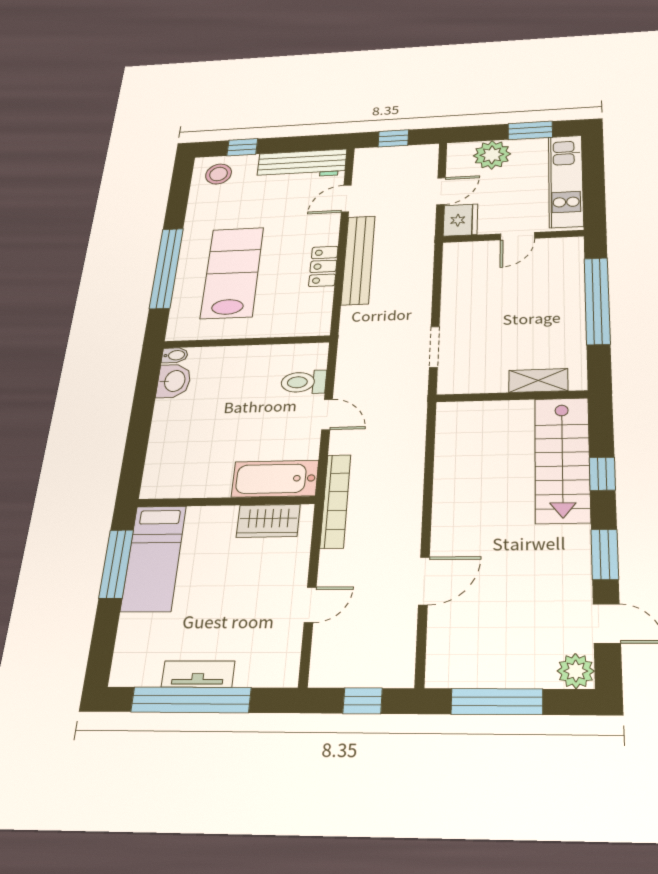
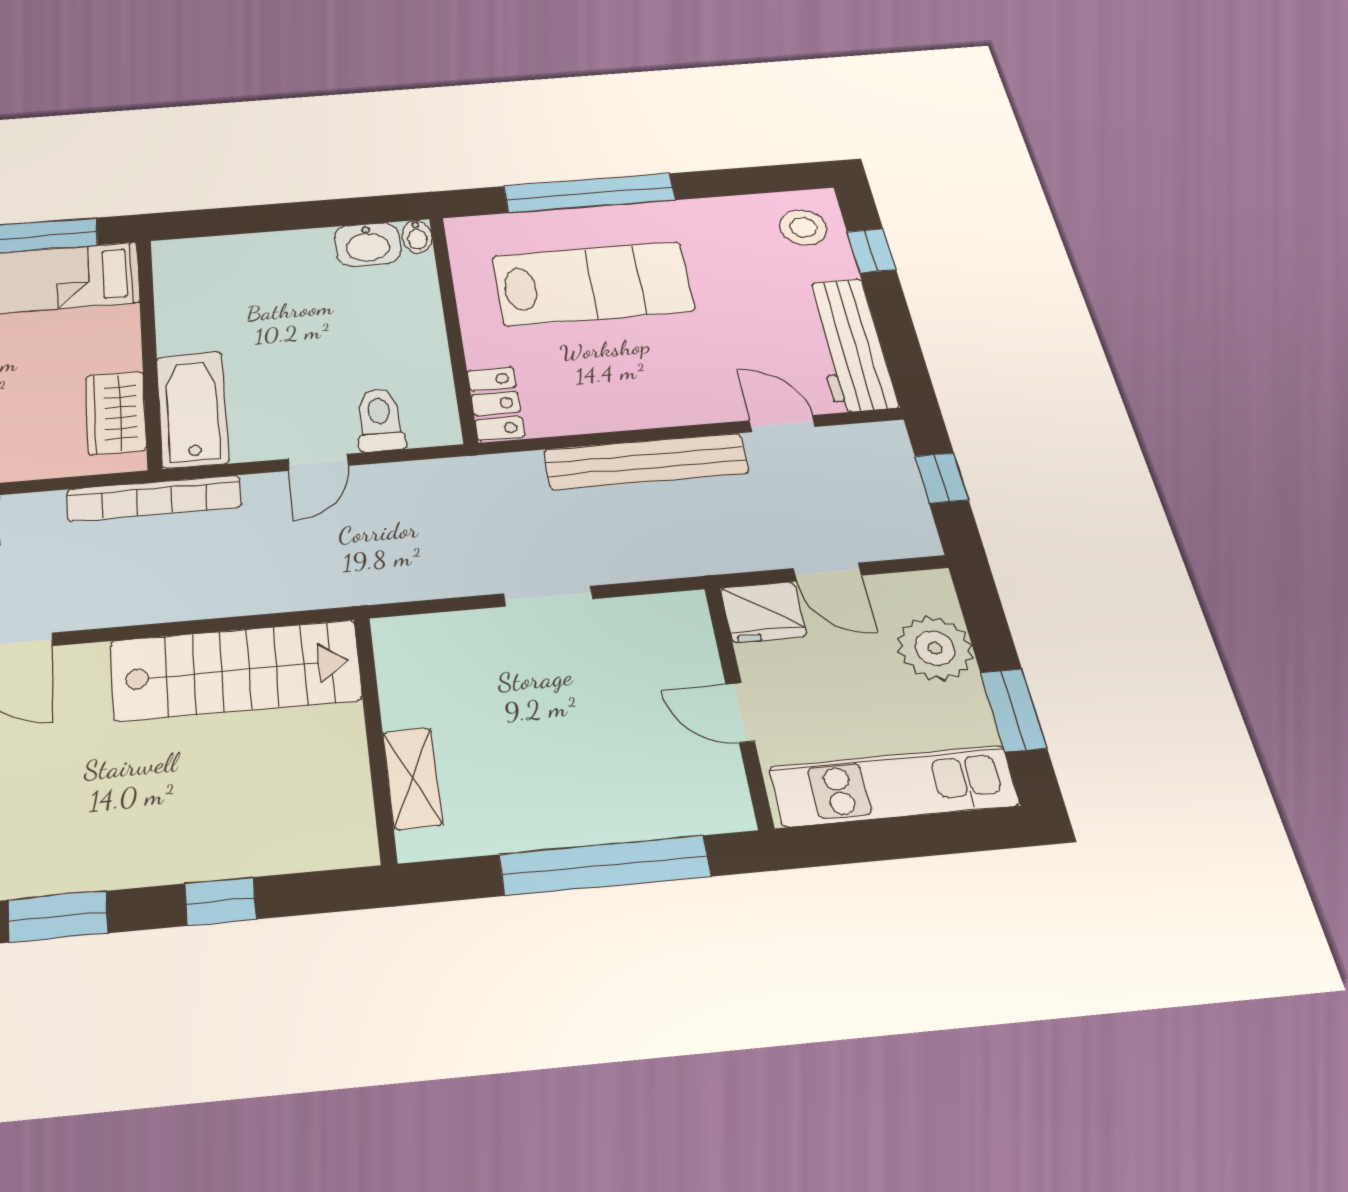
locker: (323, 266) -> (496, 404), moved, turned 90
doorway: (434, 347) -> (548, 596), moved
stairs: (562, 459) -> (236, 670), moved, turned 180

